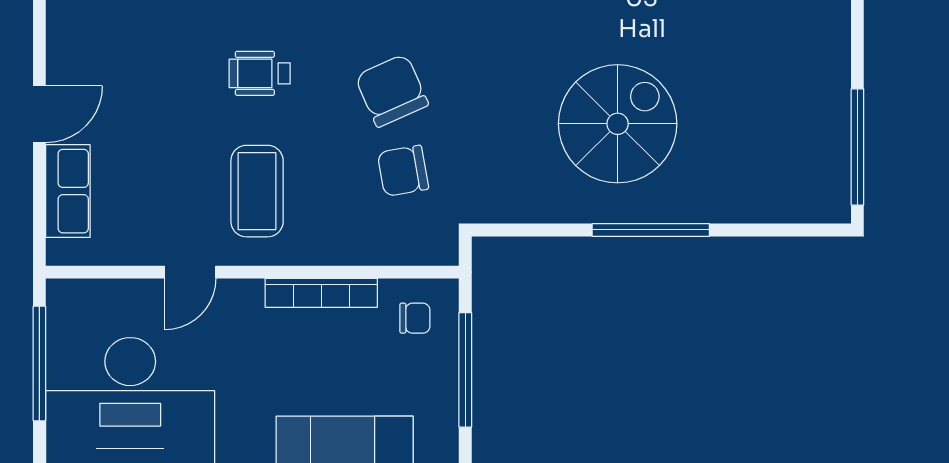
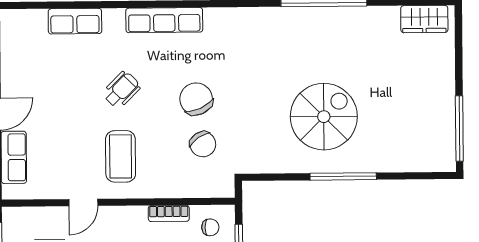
wheelchair: (260, 73) -> (121, 90), turned 135
chair: (403, 171) -> (203, 144), turned -114
bookcase: (321, 293) -> (169, 213), width x0.64

